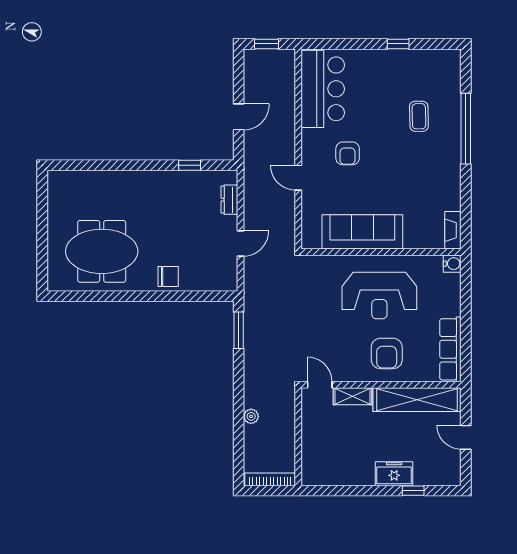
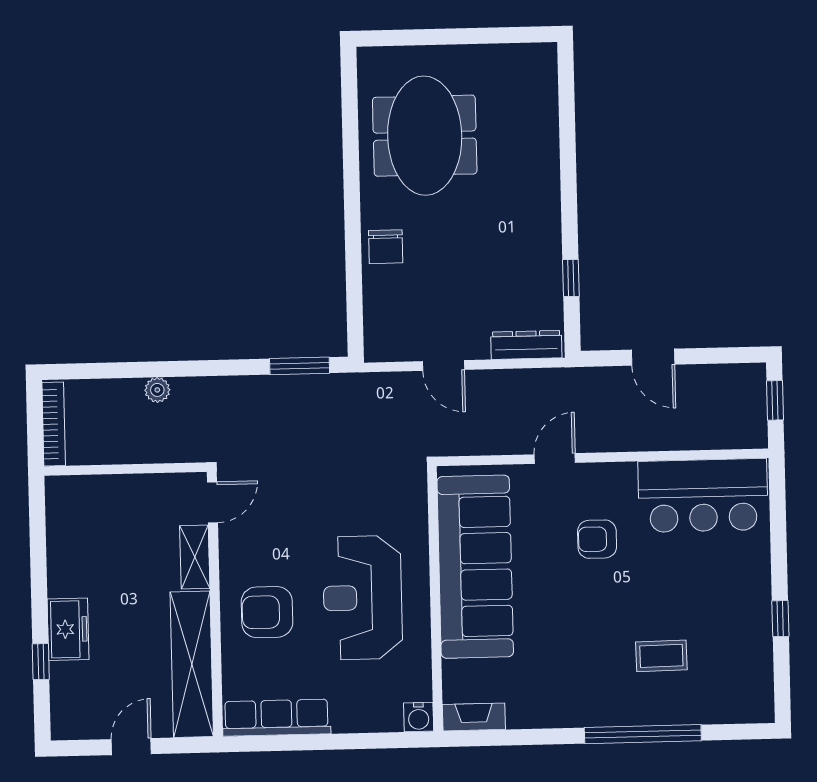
dresser: (229, 200) -> (526, 345), width x1.44
sofa: (362, 232) -> (475, 567), width x1.36, depth x1.27

